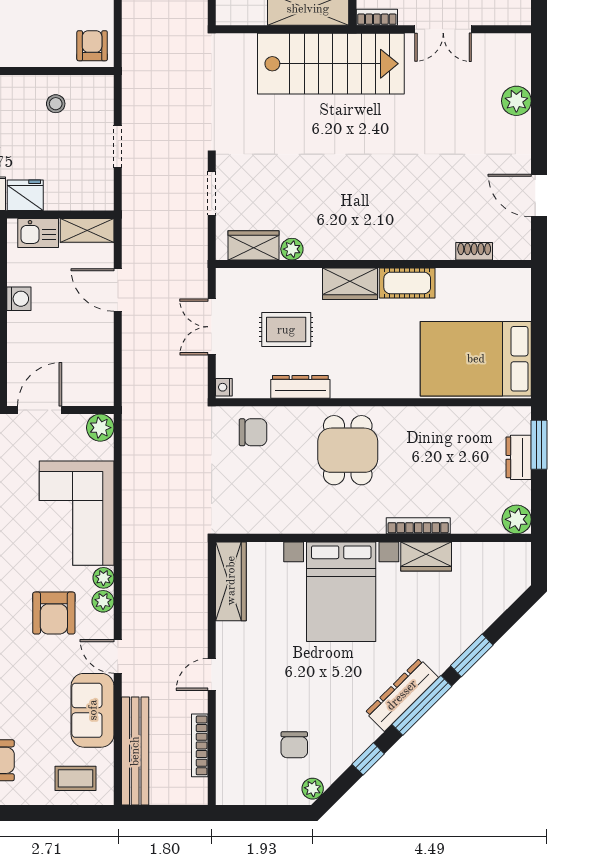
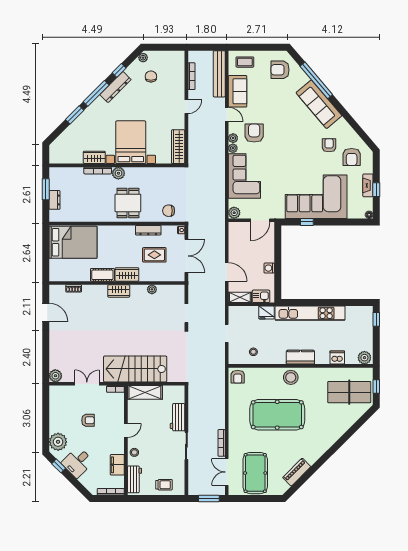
plant: (516, 101) -> (55, 376), moved
wardrobe: (254, 245) -> (119, 291), moved
double door: (212, 327) -> (186, 256), width x1.37
window: (539, 445) -> (46, 189), moved
plant: (517, 519) -> (118, 173), moved
dresser: (402, 695) -> (115, 87), moved

